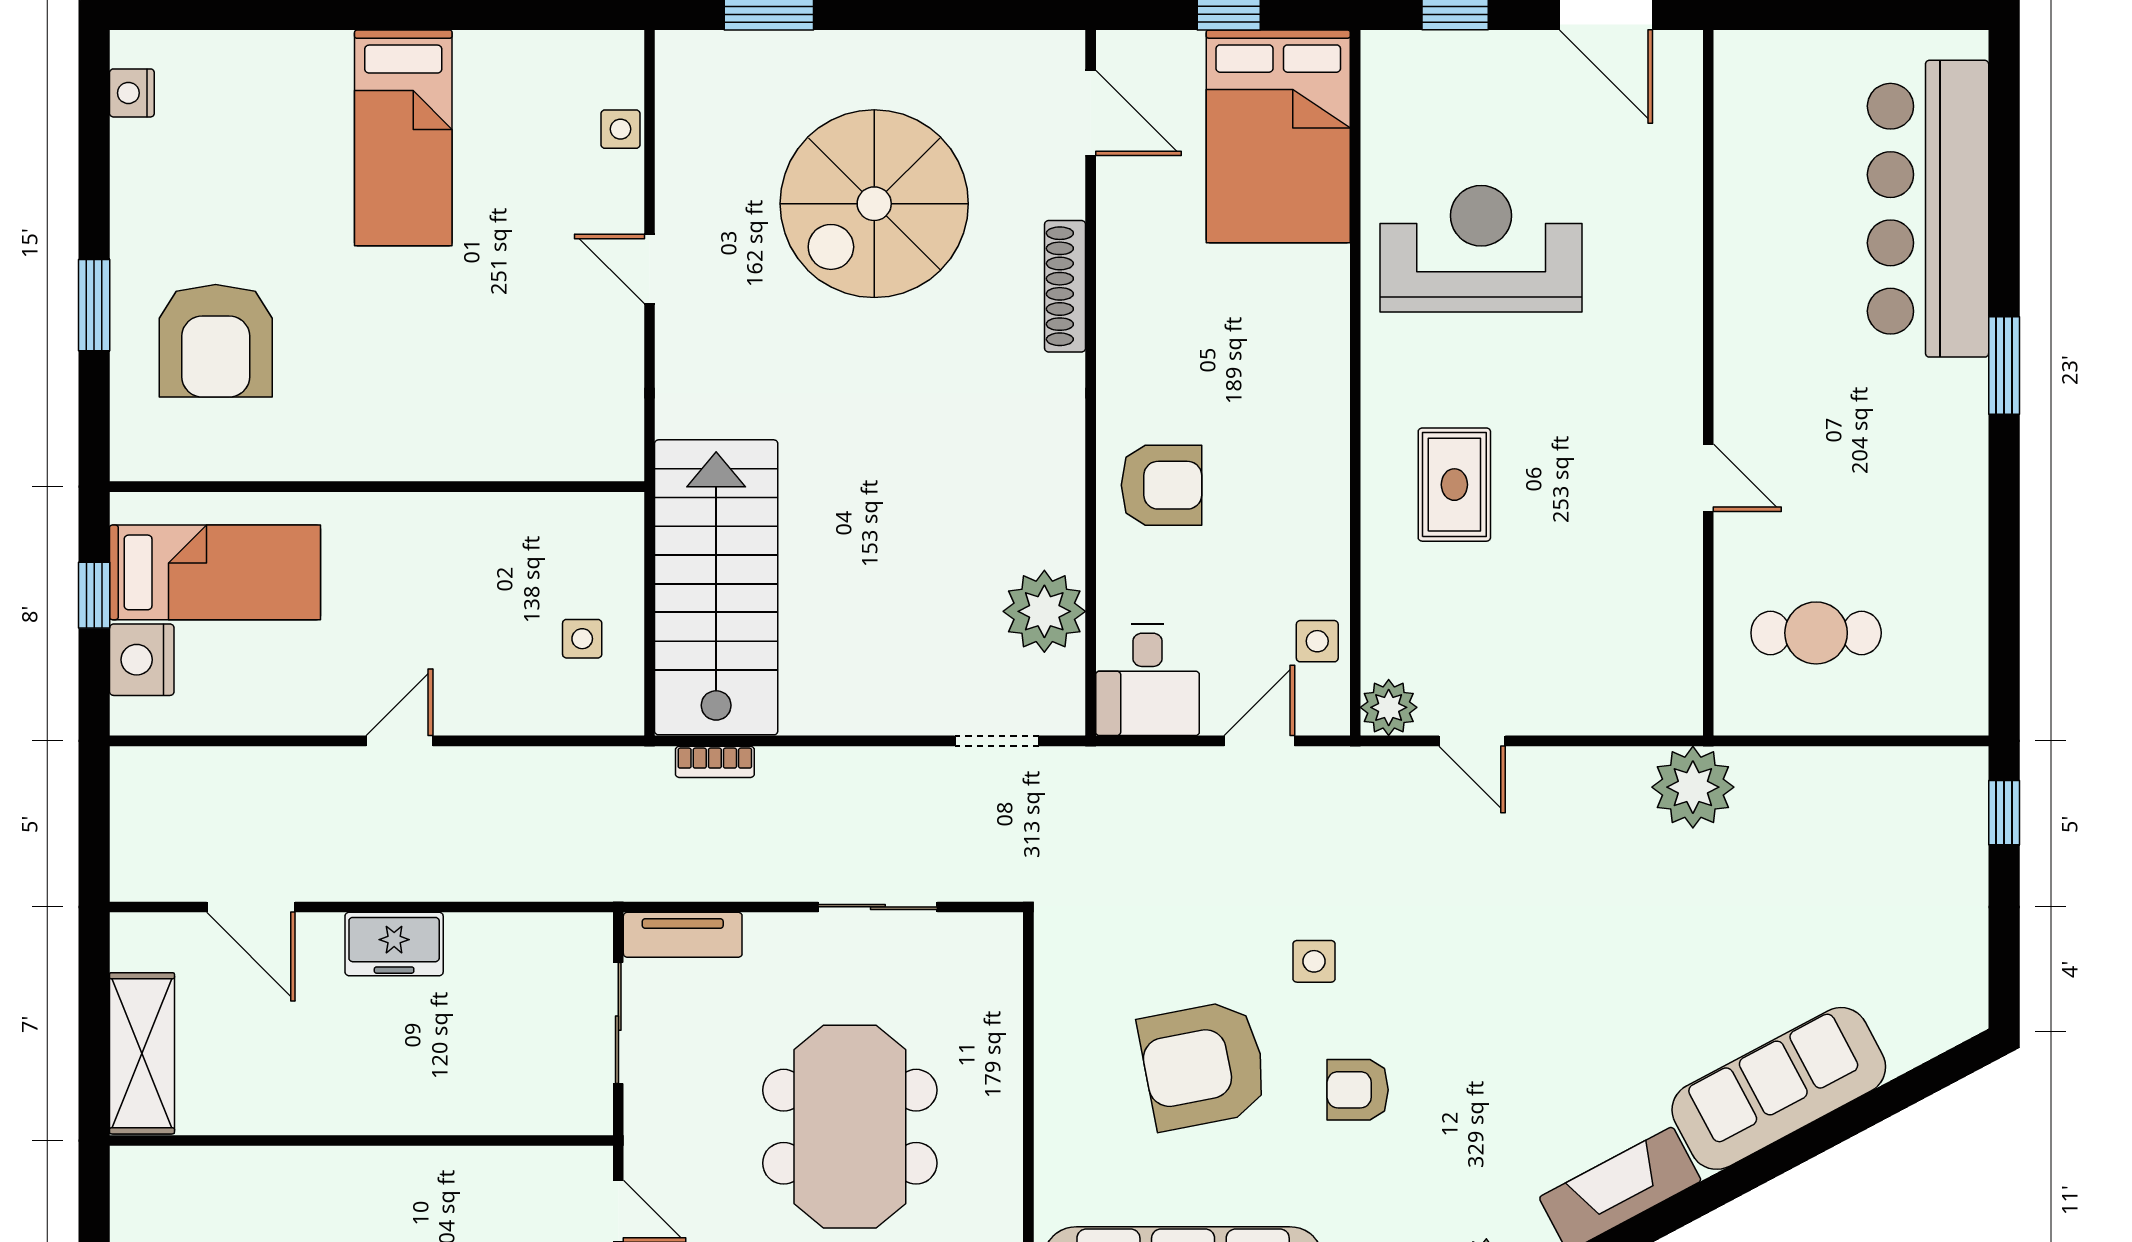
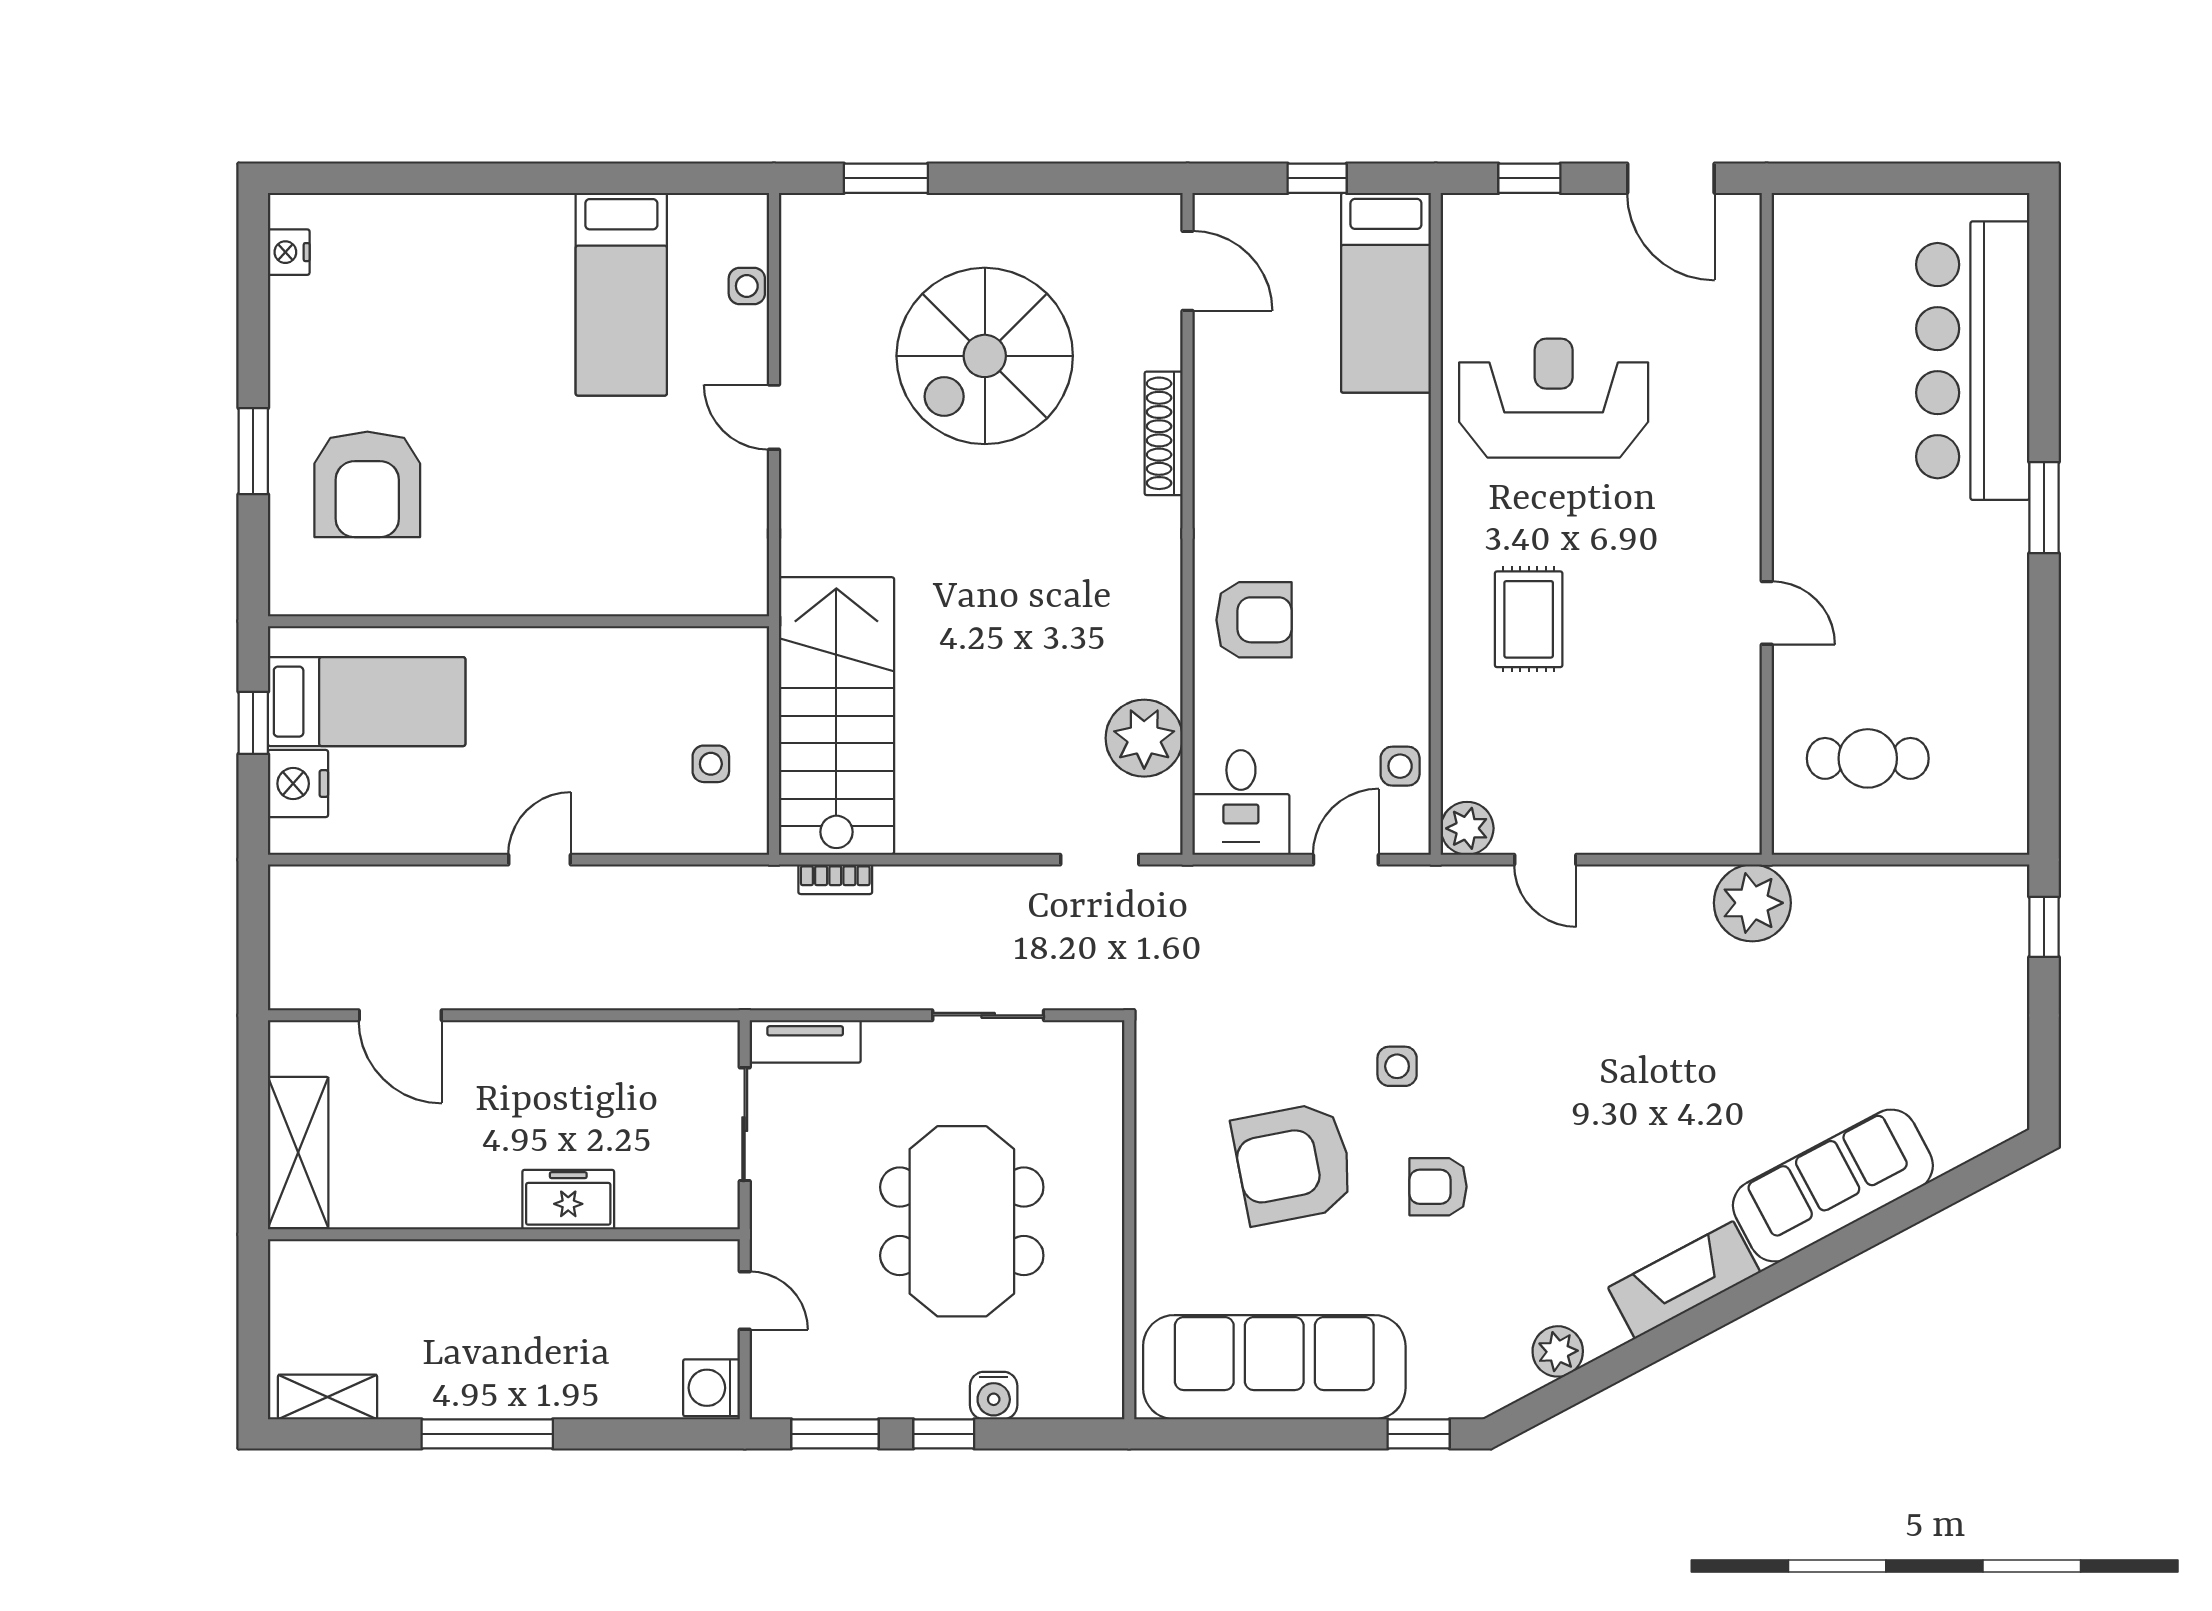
bed: (1278, 136) -> (1386, 293), width x0.67
bed: (403, 138) -> (621, 294), moved
freezer: (394, 944) -> (568, 1200), moved, turned 180

